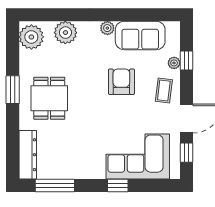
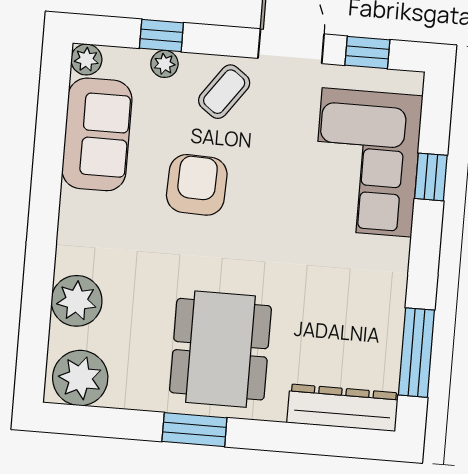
plant: (107, 28) -> (86, 60), moved
armchair: (121, 82) -> (197, 185), turned 92
coffee table: (164, 90) -> (224, 92), turned -61
dining table: (49, 98) -> (220, 349), width x1.38
window: (118, 185) -> (431, 177), moved

